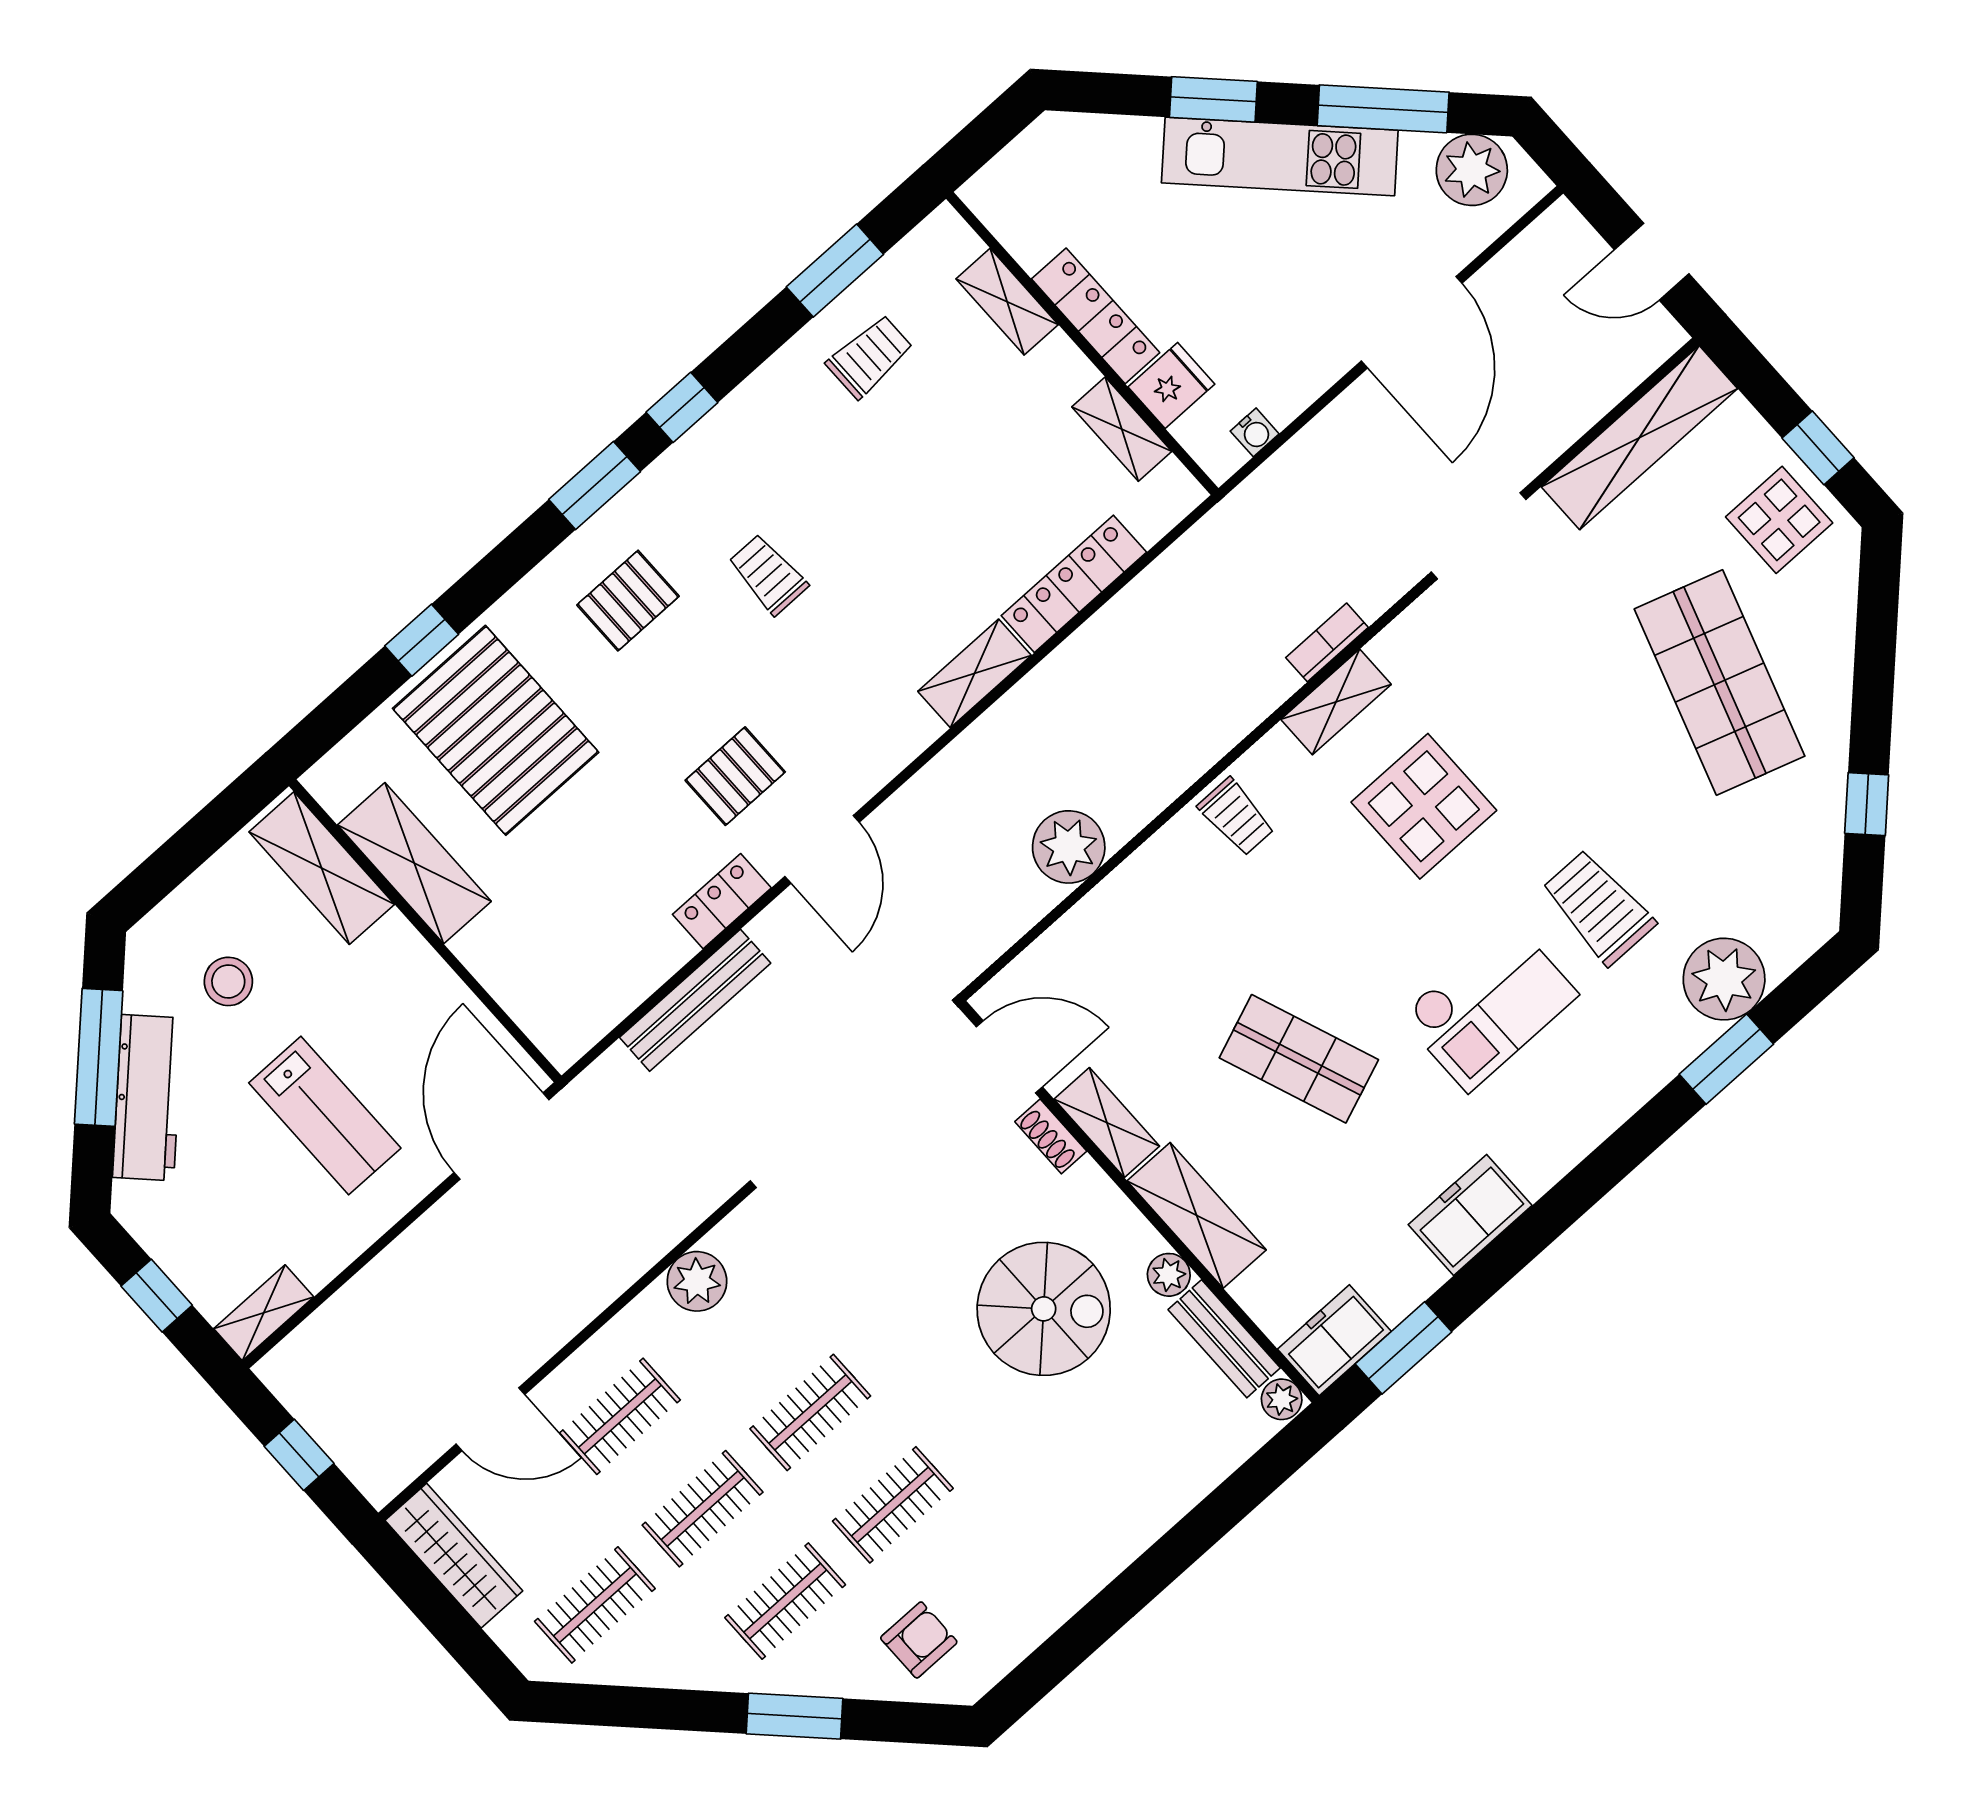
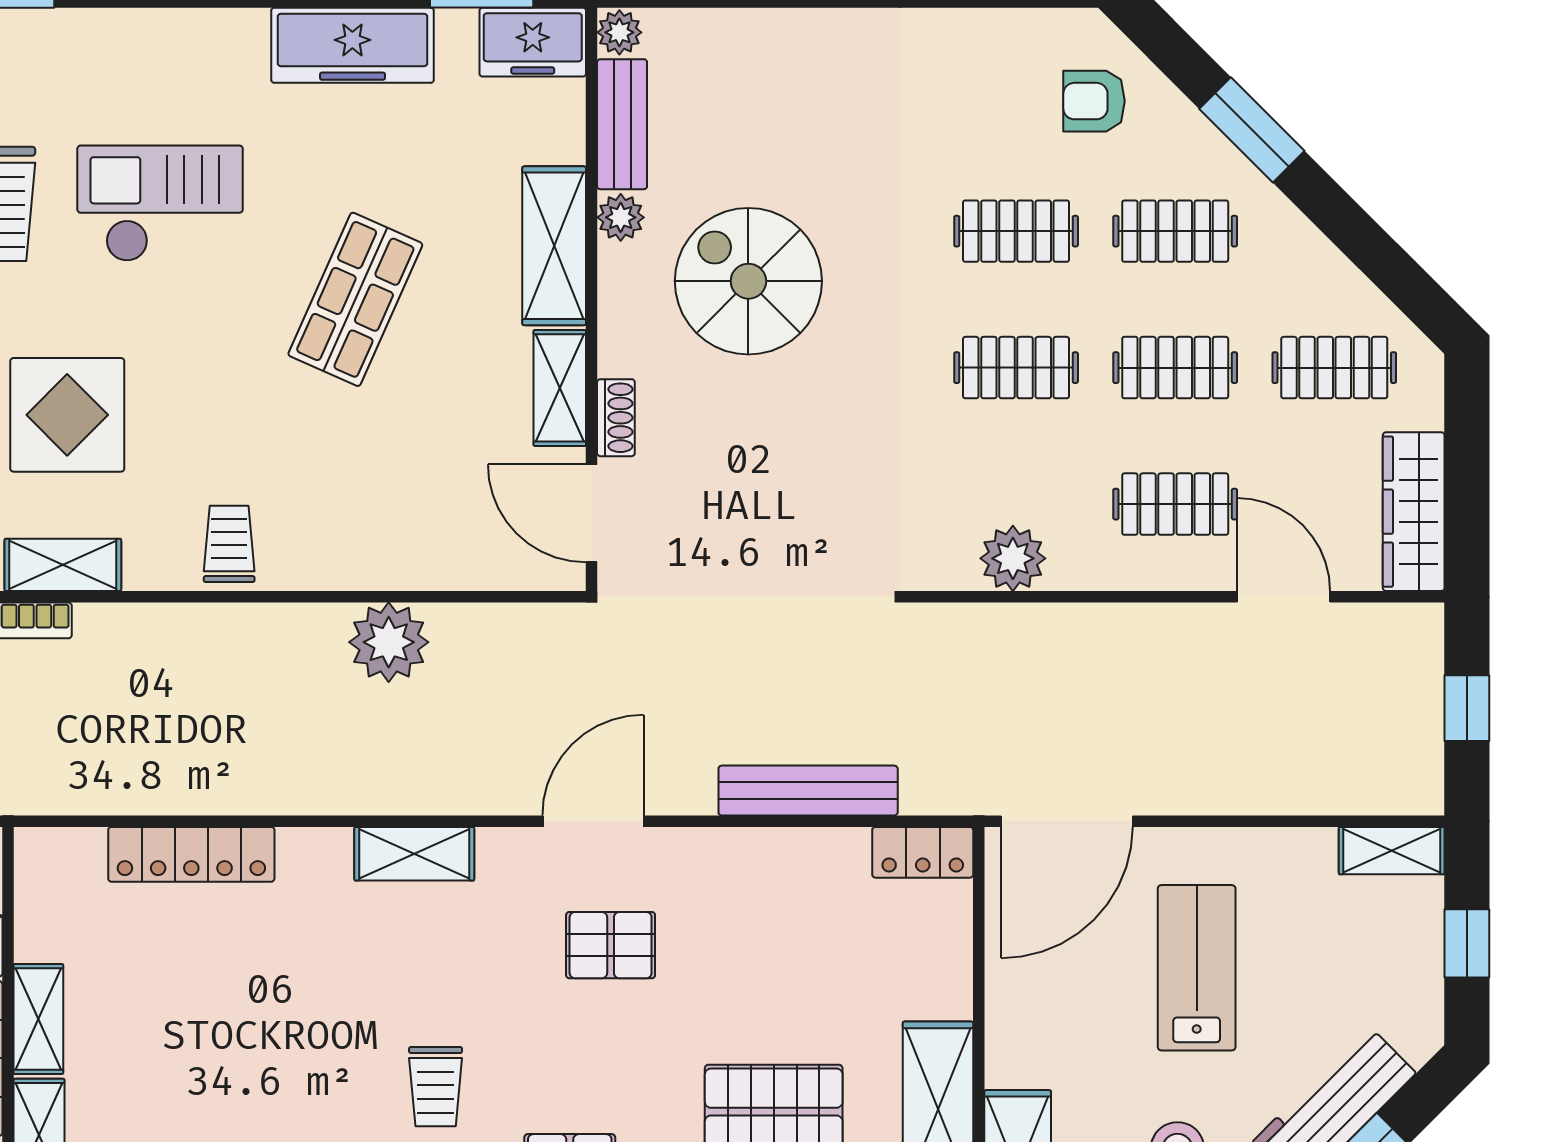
shelving: (1122, 429) -> (38, 1019), moved
shelving: (974, 673) -> (414, 854), moved
locker: (722, 901) -> (923, 852), moved
shop shelf: (1299, 1059) -> (355, 299), turned 45
freezer: (1470, 1215) -> (352, 45), width x1.40

